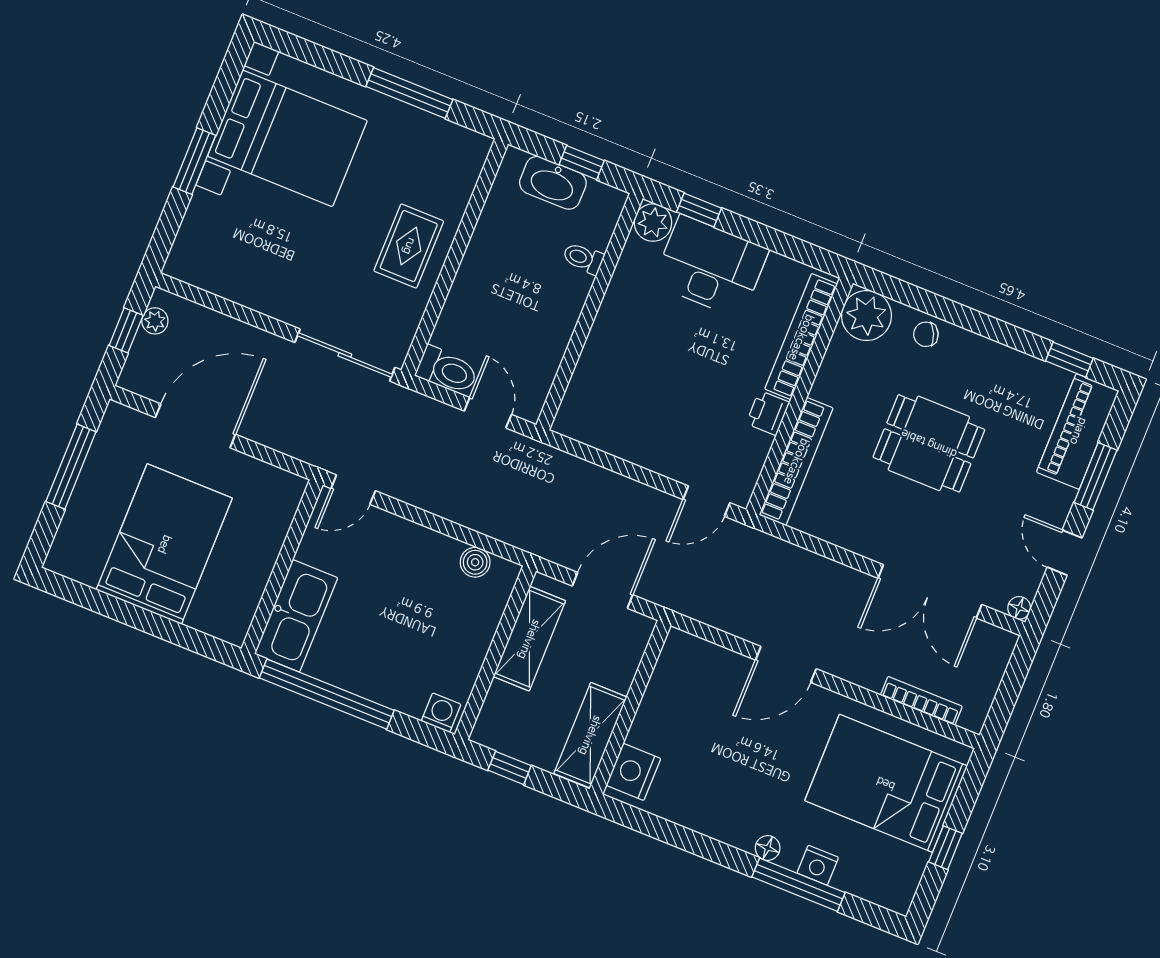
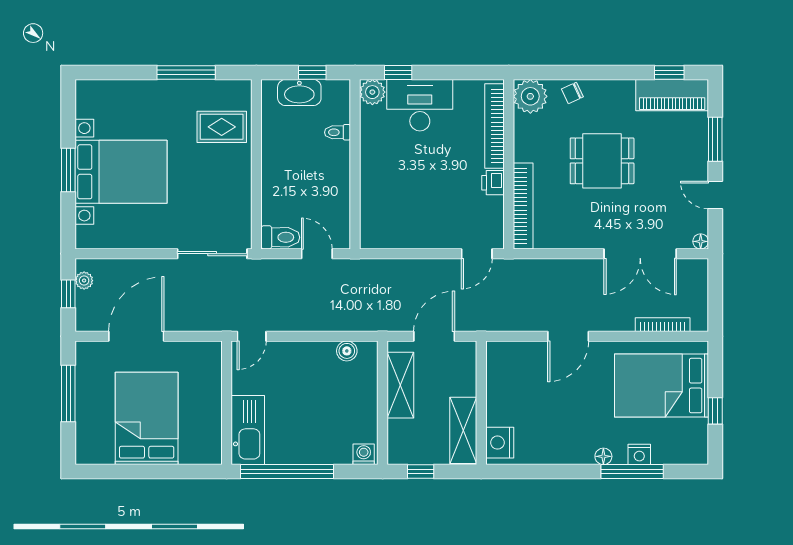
bed with nightstands: (287, 138) -> (121, 172), moved
rug: (409, 246) -> (222, 127), moved, turned 90
piano: (1078, 431) -> (672, 95), moved, turned -90

